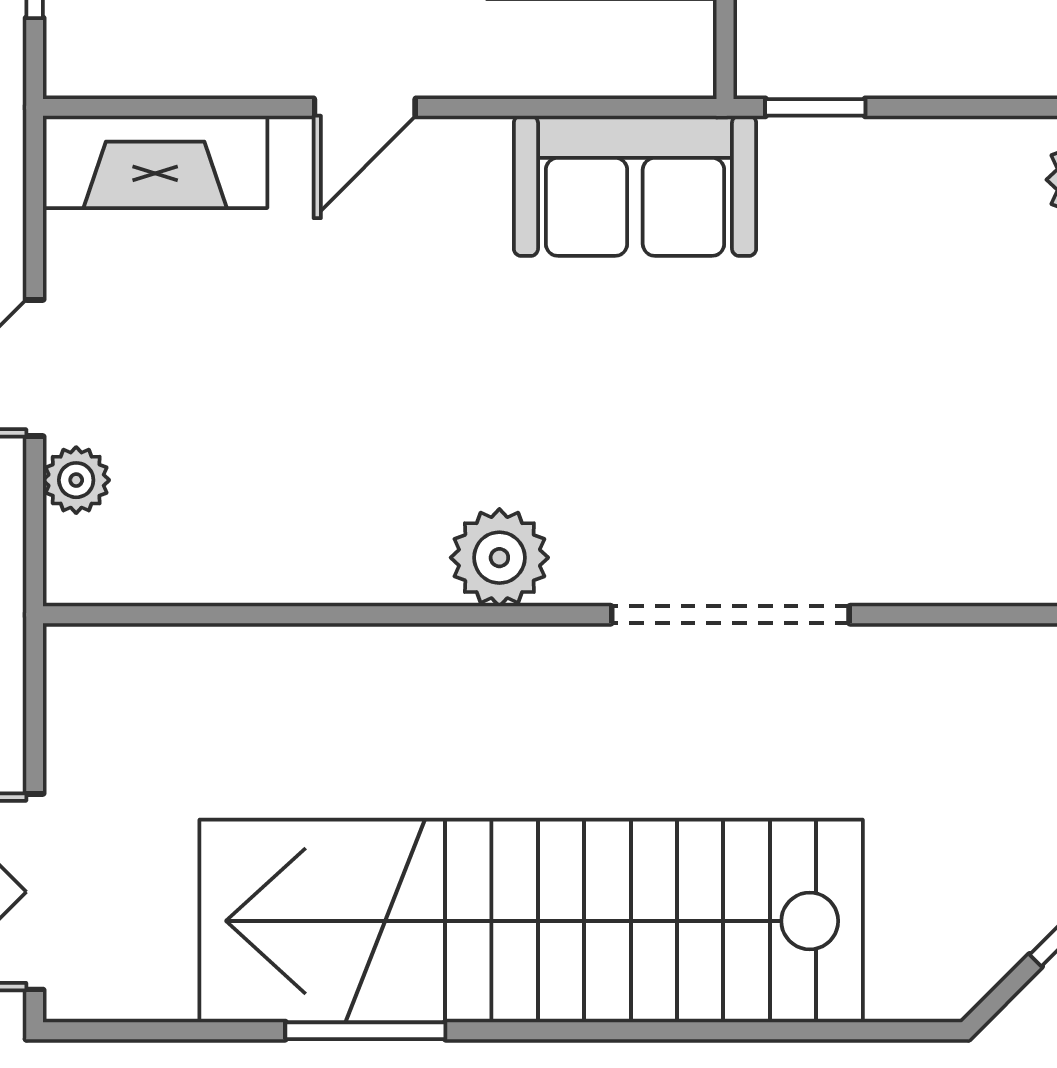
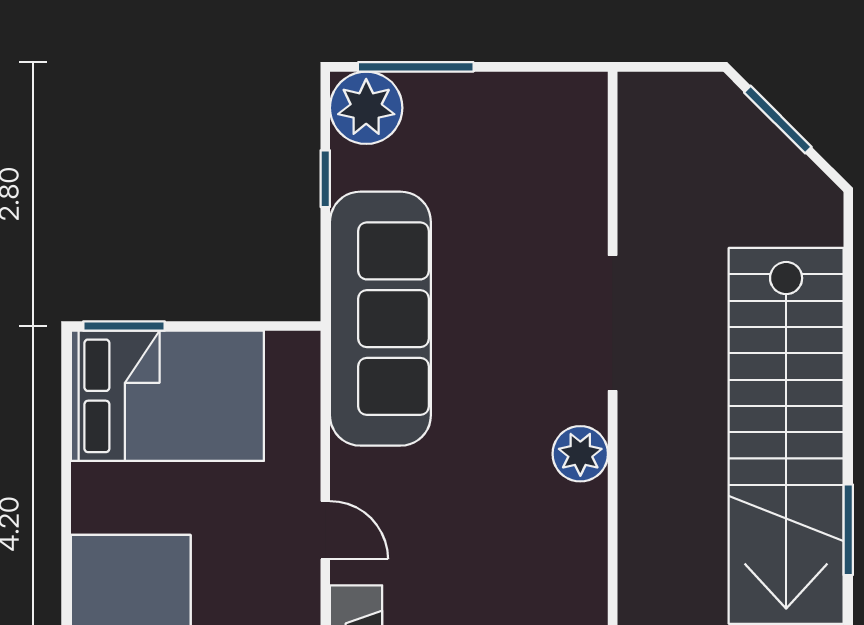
window: (815, 107) -> (325, 179), moved
sofa: (635, 186) -> (380, 319), width x1.85, depth x1.27

